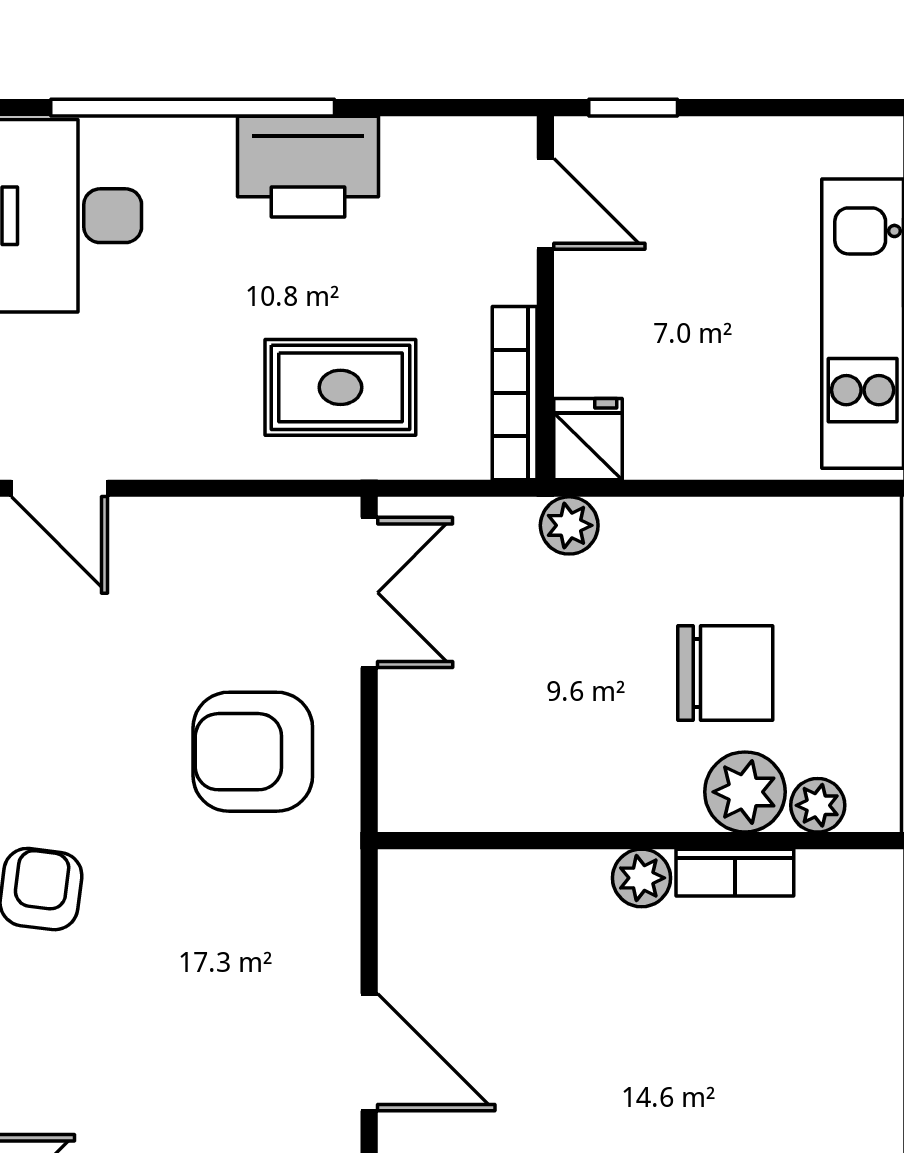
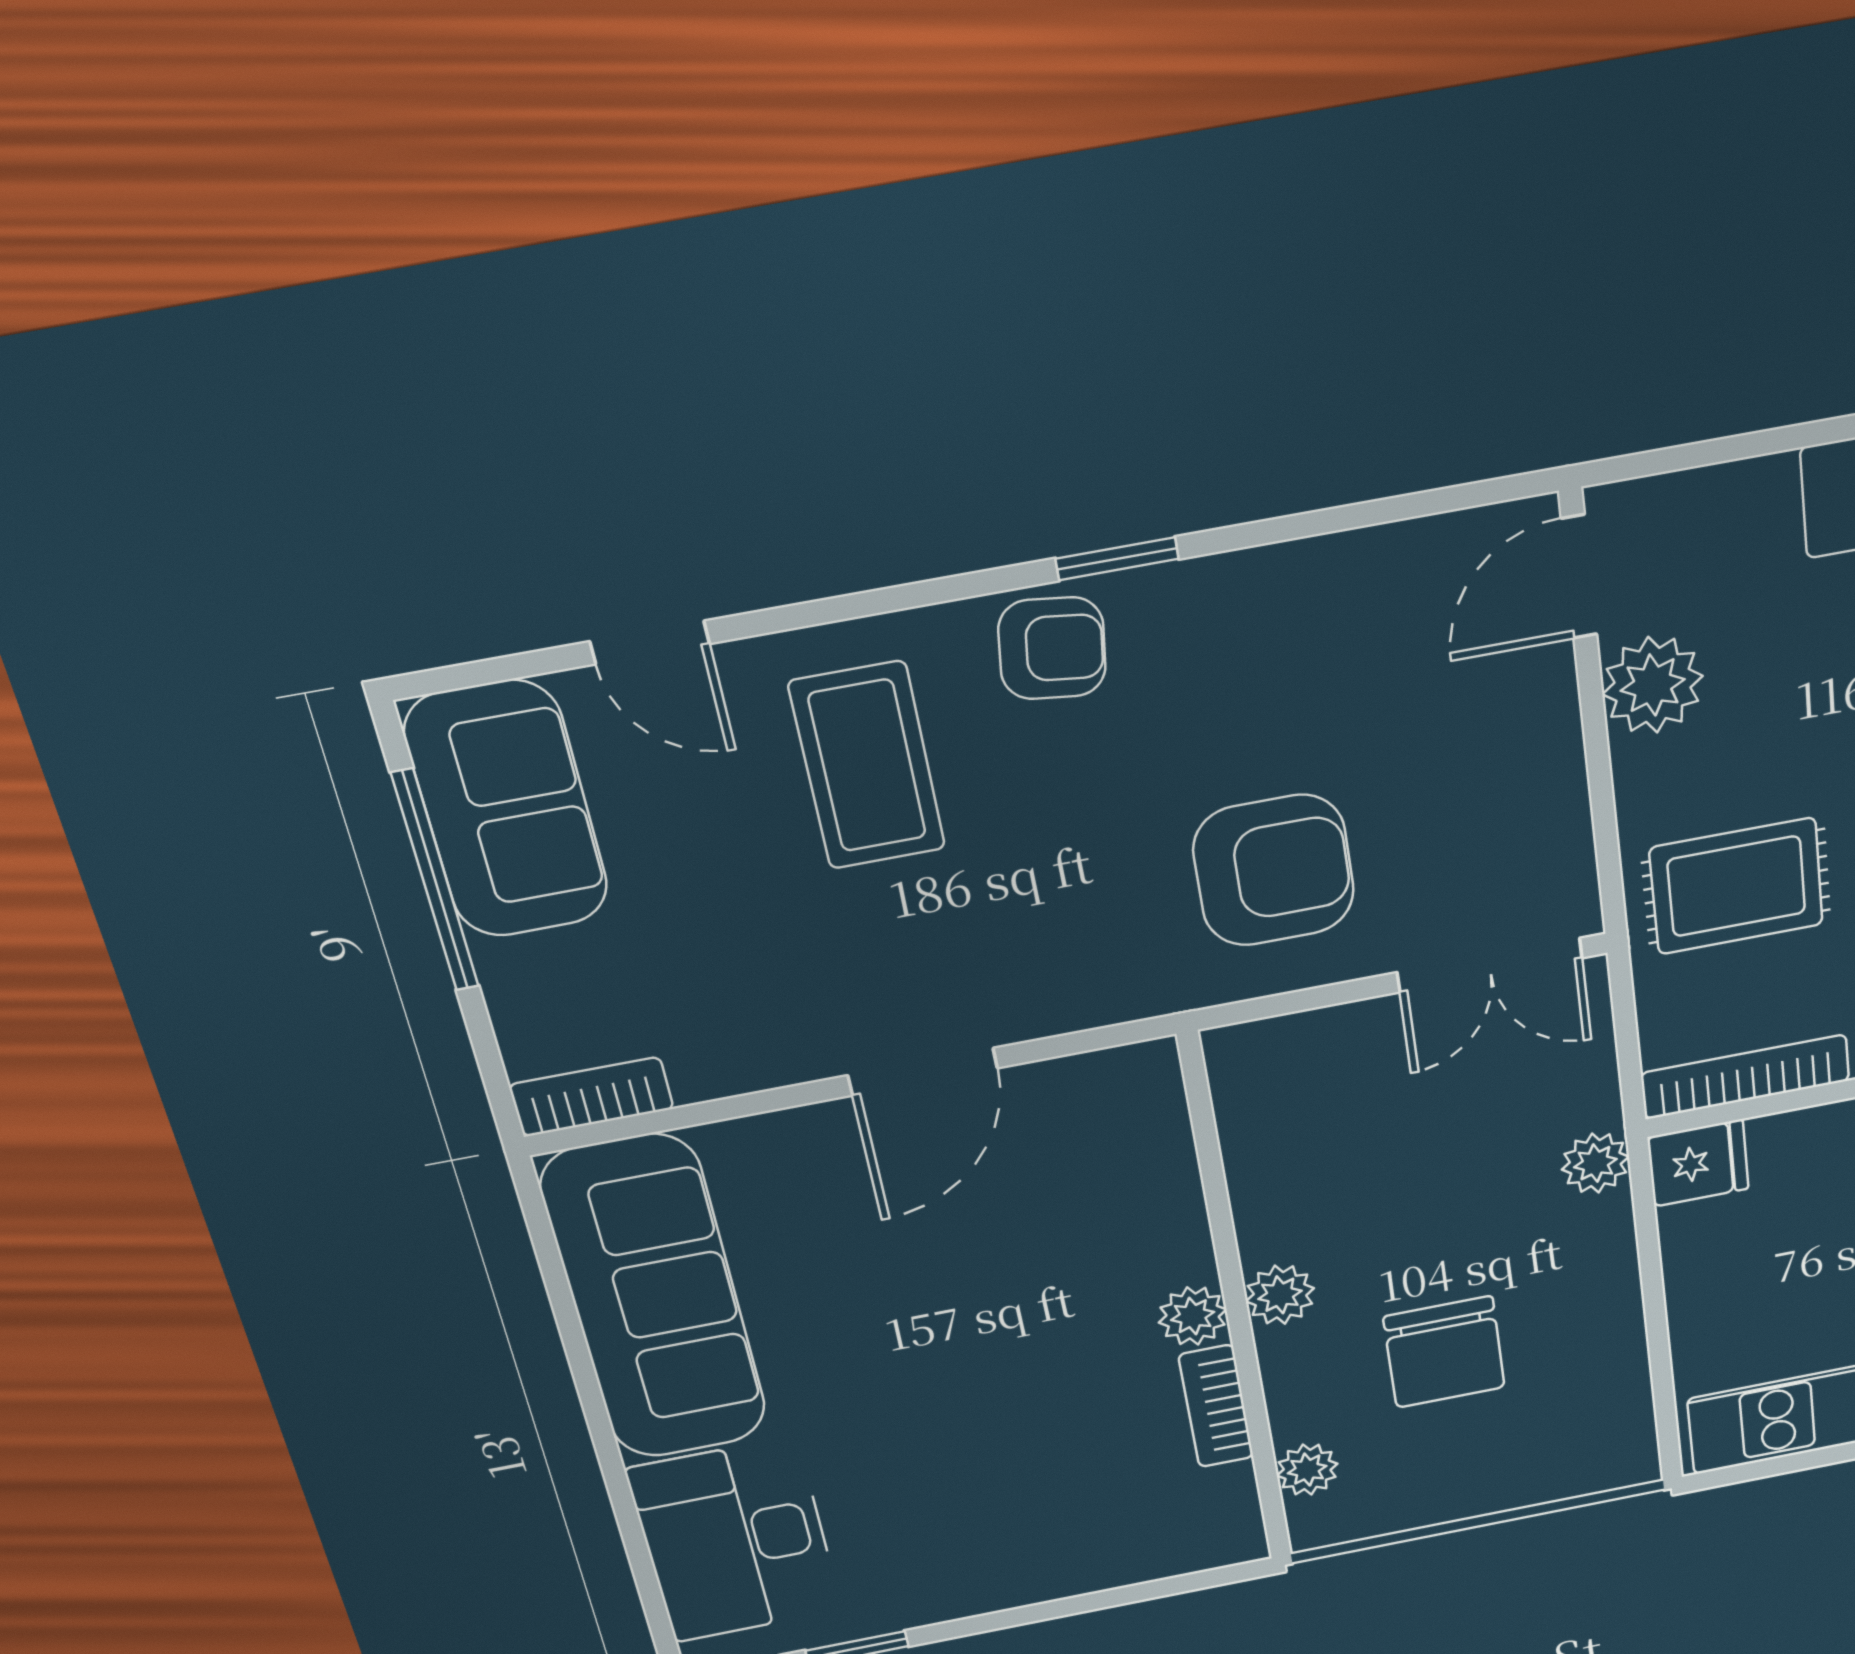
rug: (340, 387) -> (1736, 886), turned 90
plant: (157, 440) -> (1653, 685), added
armchair: (253, 752) -> (1274, 870), turned 90
plant: (745, 792) -> (1280, 1295), moved, width x0.73, depth x0.73
coffee table: (106, 1042) -> (867, 766), added

